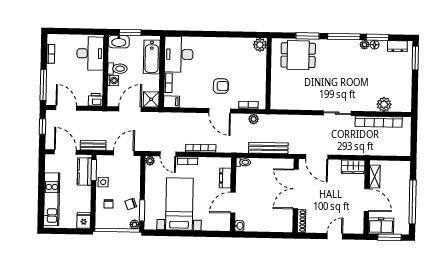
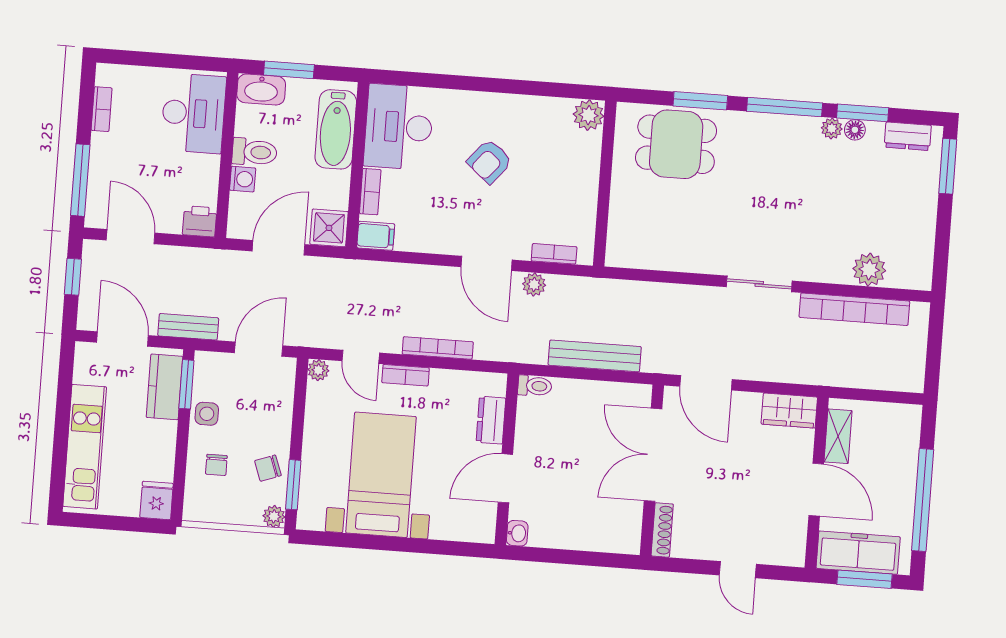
armchair: (221, 86) -> (490, 161), moved, turned 130
plant: (254, 119) -> (534, 285), moved
freezer: (381, 226) -> (858, 553), width x1.40
door: (335, 236) -> (738, 570), swing flipped

